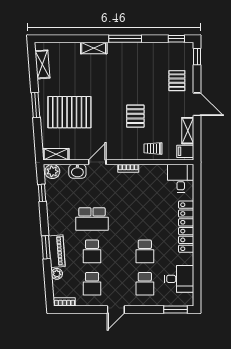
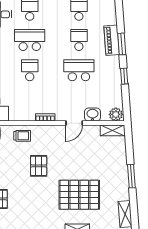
pallet: (69, 112) -> (79, 195), moved
window: (42, 193) -> (124, 76), moved
school desk: (145, 219) -> (30, 70), added
school desk: (145, 251) -> (30, 40), width x1.85
plant: (57, 274) -> (112, 19), removed

